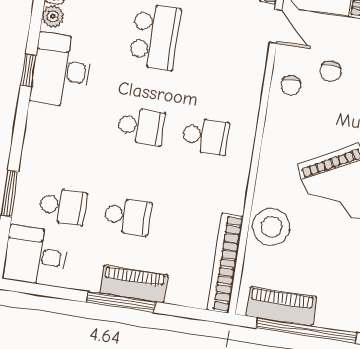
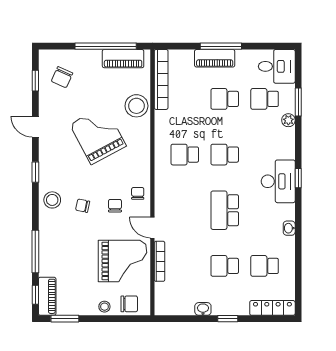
plant: (53, 17) -> (288, 120), moved

